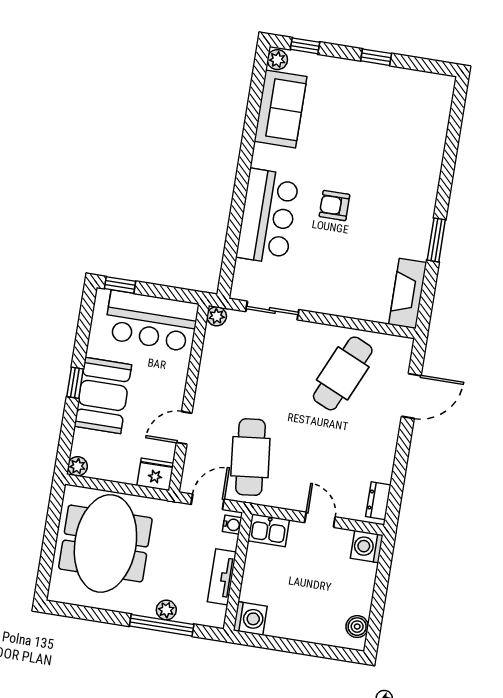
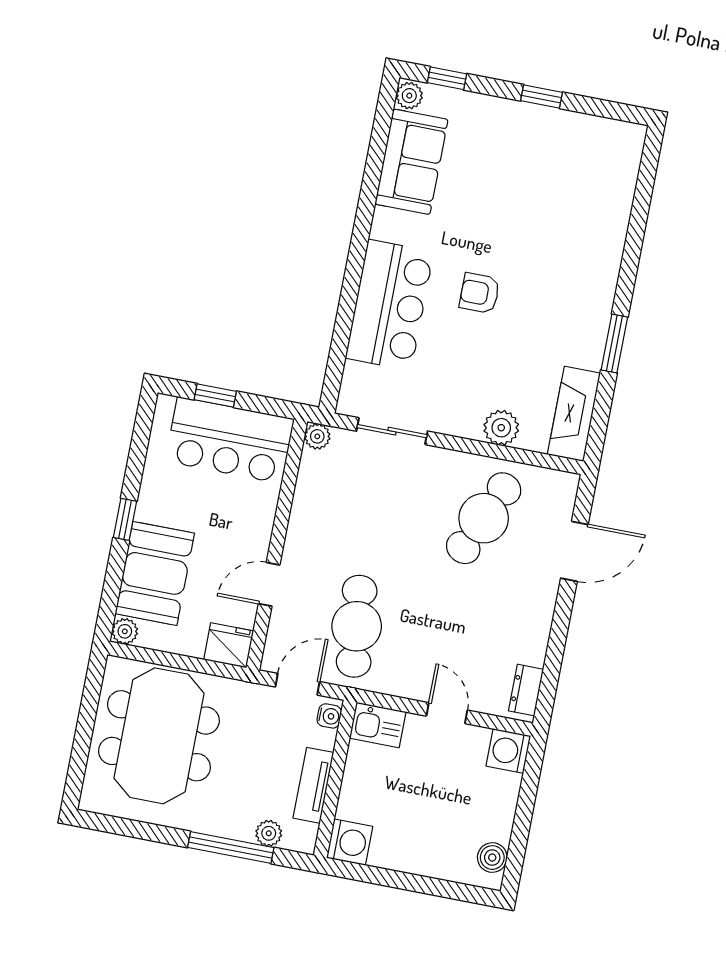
window: (120, 285) -> (215, 396), moved
plant: (354, 305) -> (501, 428), added
booth: (103, 395) -> (155, 573), moved
plant: (166, 610) -> (269, 833), moved

